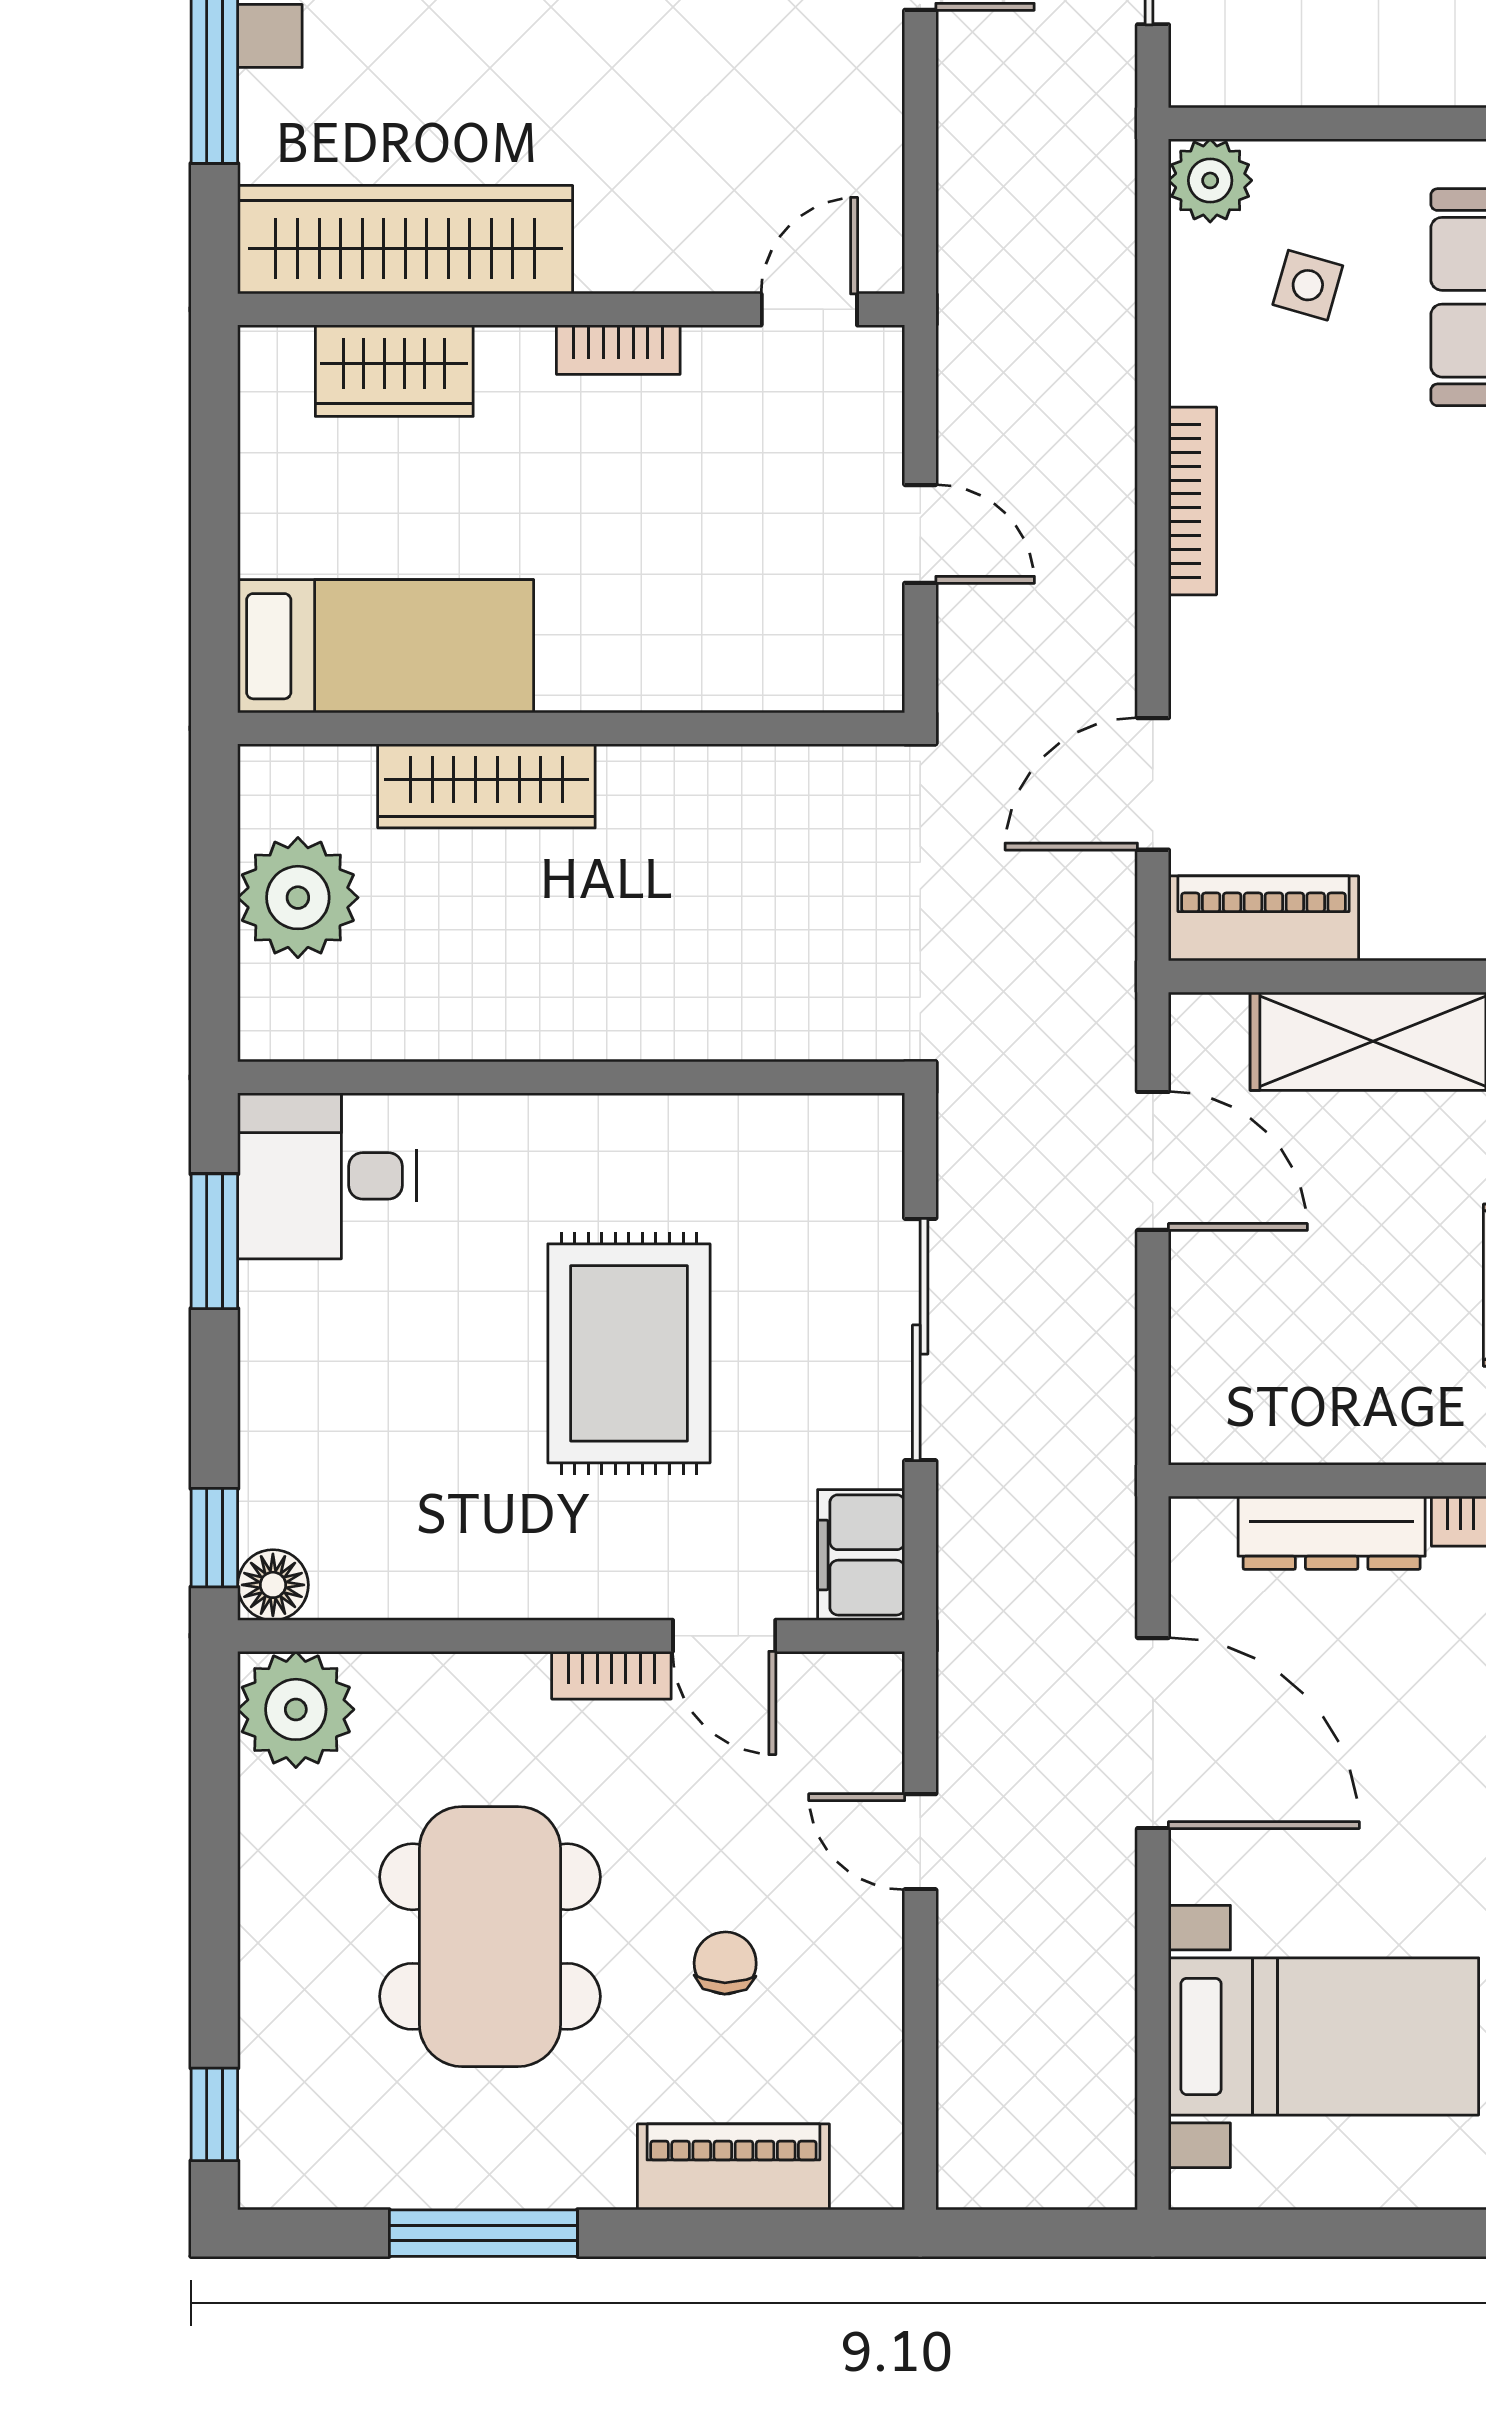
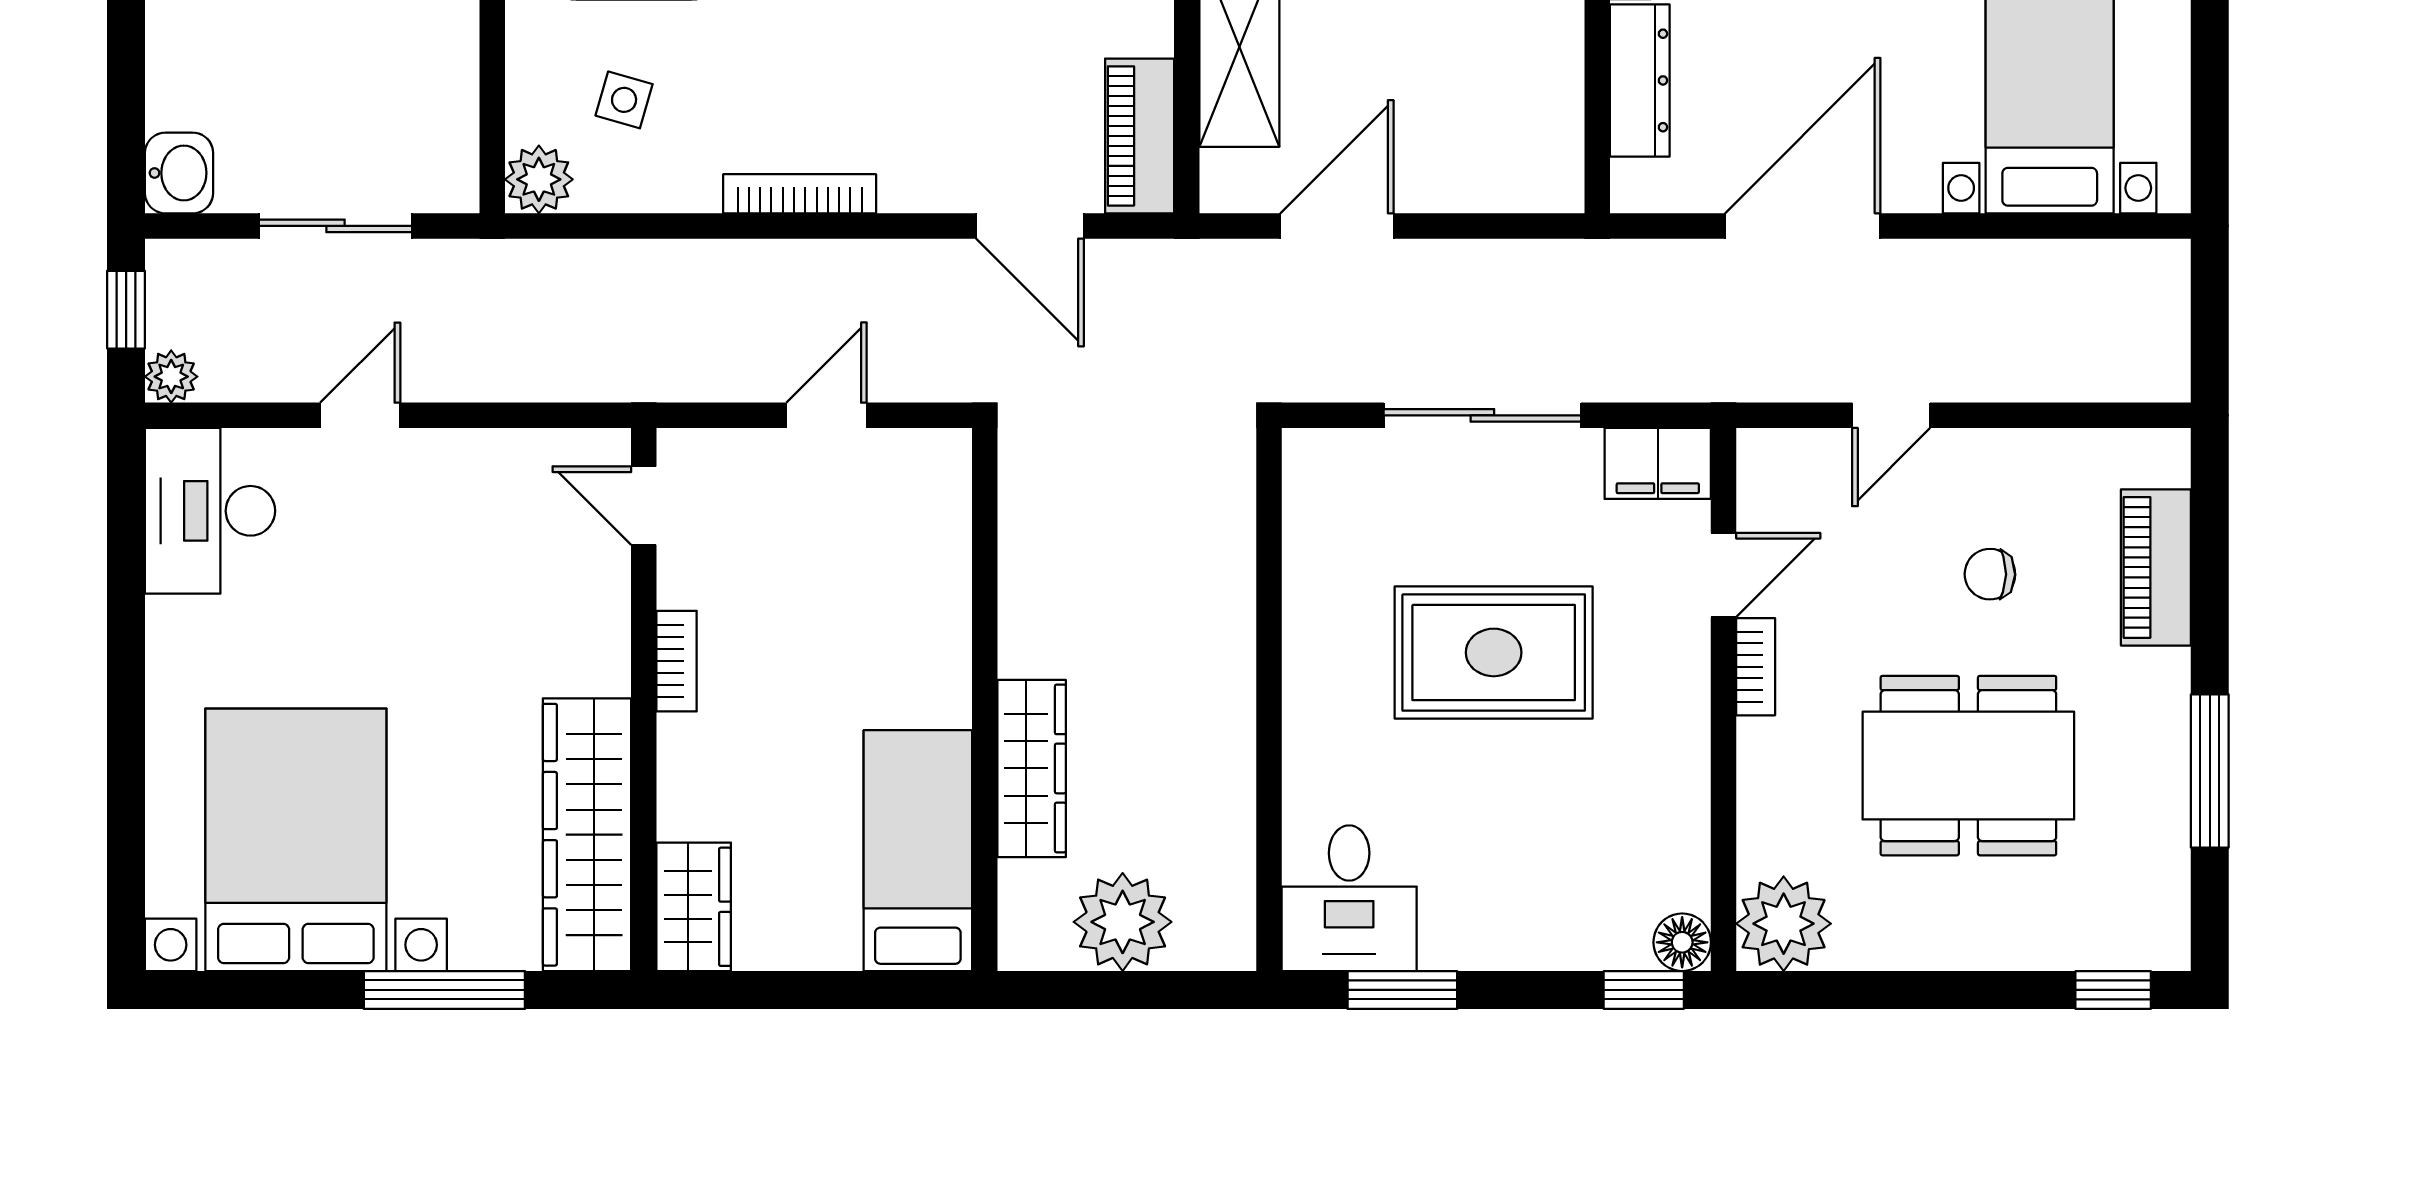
wardrobe: (394, 371) -> (694, 907), moved

